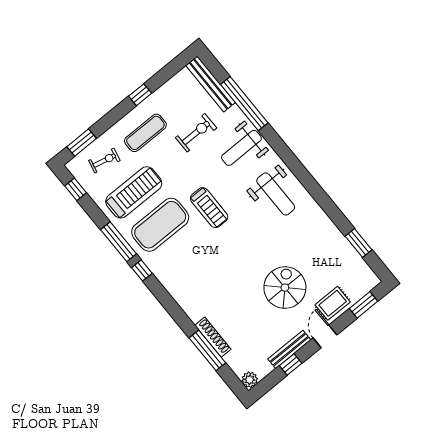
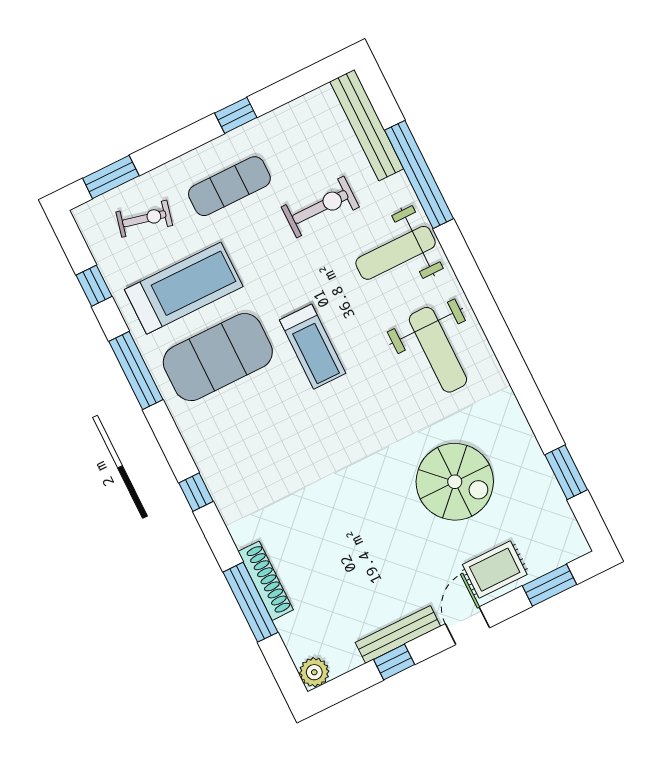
window: (76, 189) -> (94, 286), moved
window: (142, 270) -> (196, 492), moved
spiral stairs: (285, 288) -> (455, 482), moved, turned 90

